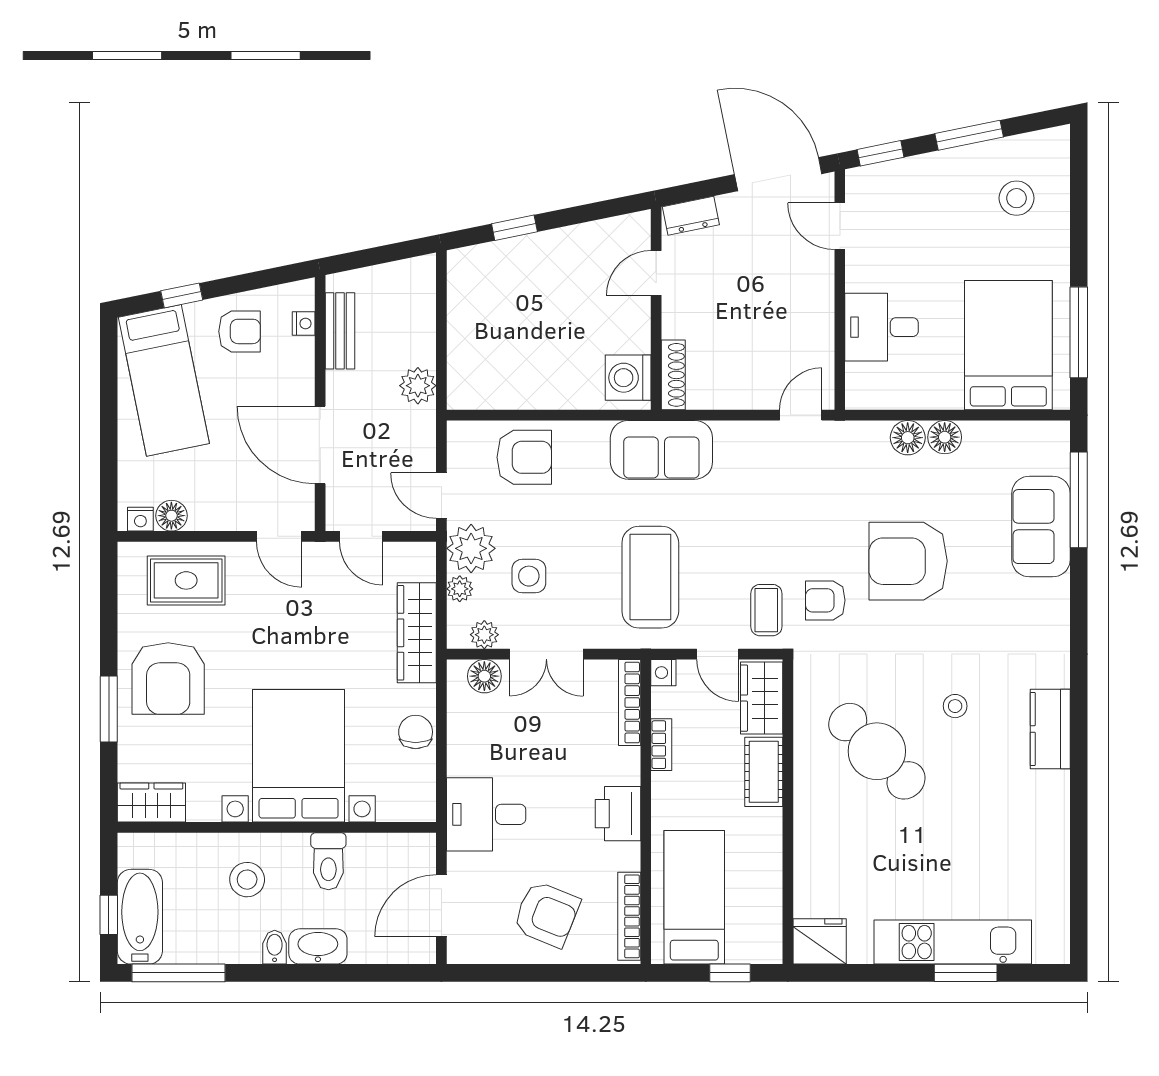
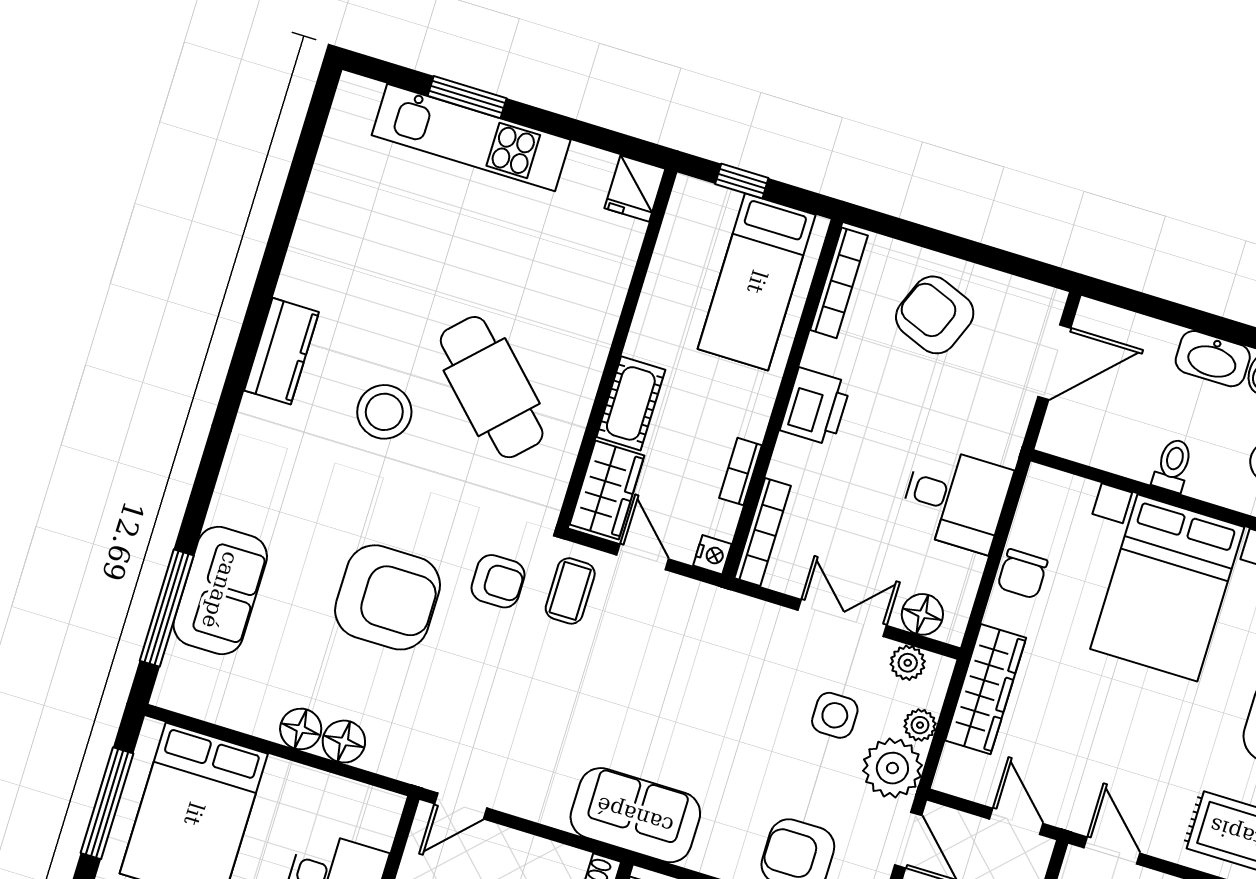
coffee table: (650, 577) -> (694, 671), removed
stool: (955, 706) -> (384, 412), width x1.89, depth x1.89
desk: (486, 814) -> (955, 499), moved
toilet: (328, 861) -> (1173, 465), width x0.73, depth x0.72
fridge: (820, 941) -> (635, 188), width x0.72

